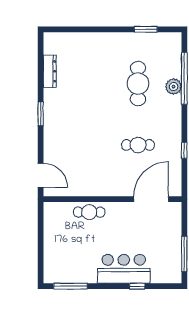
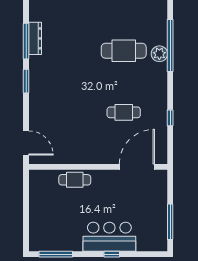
window: (41, 74) -> (26, 41), added
cafe table: (138, 84) -> (124, 51), turned 90
window: (137, 286) -> (112, 254), moved

